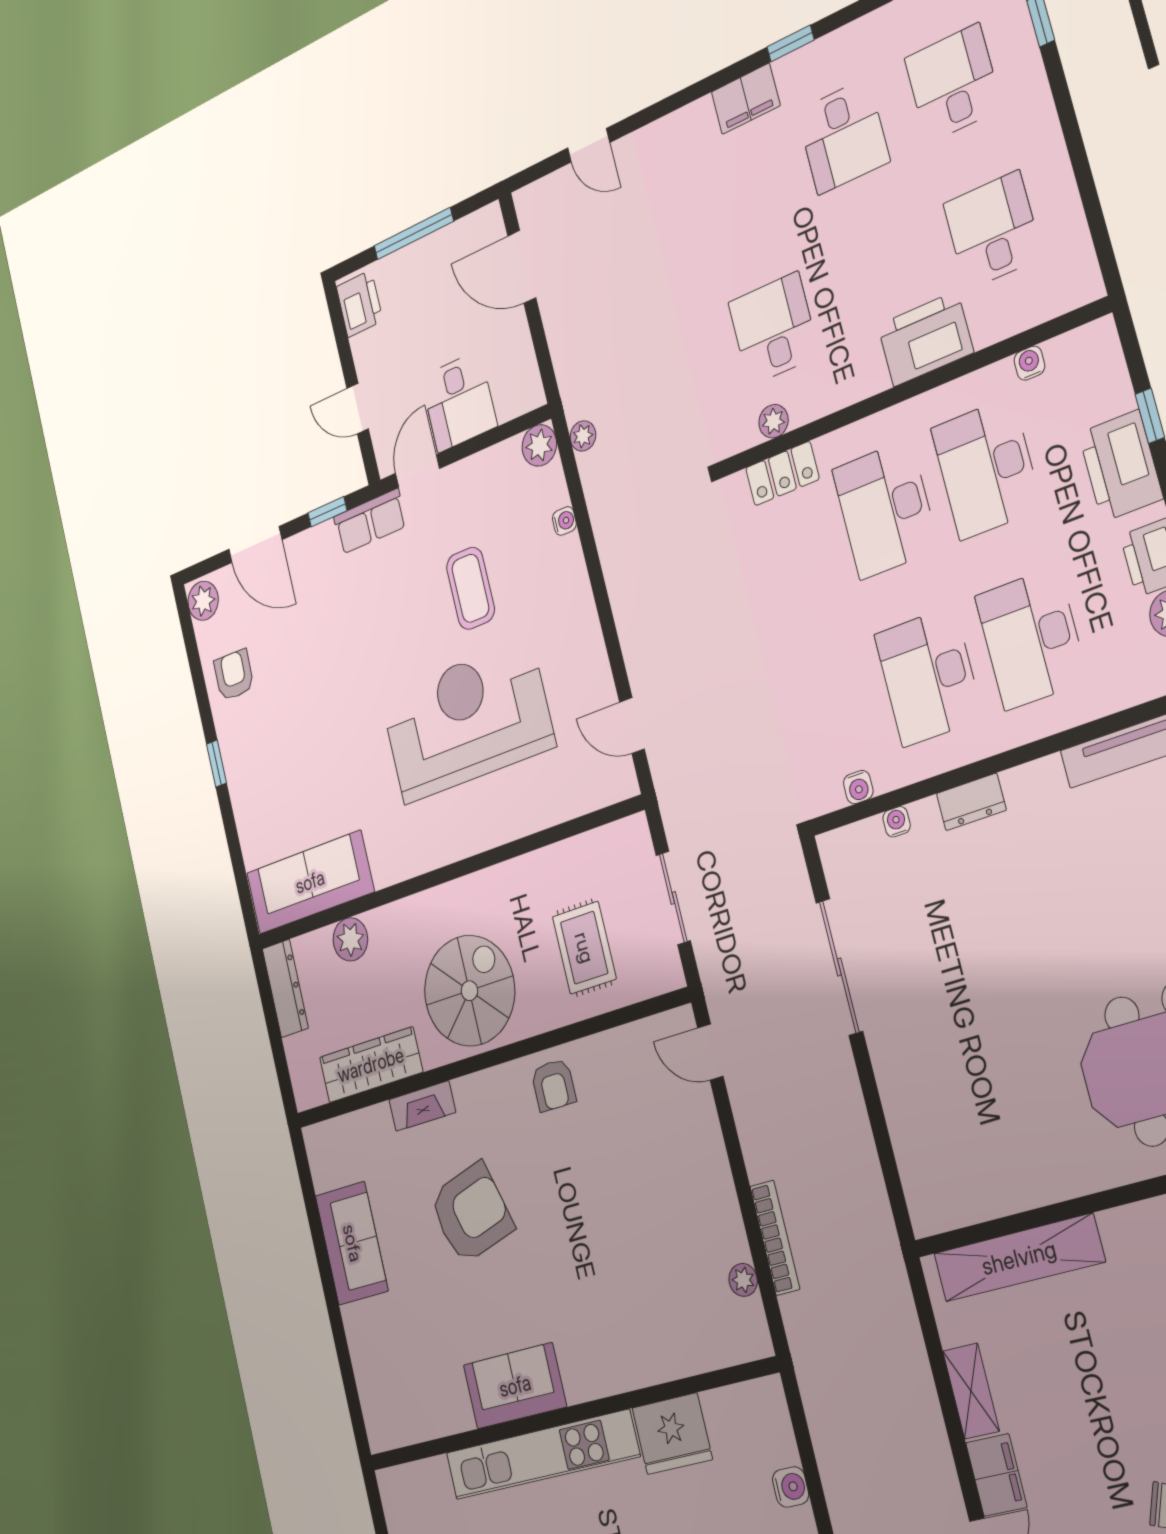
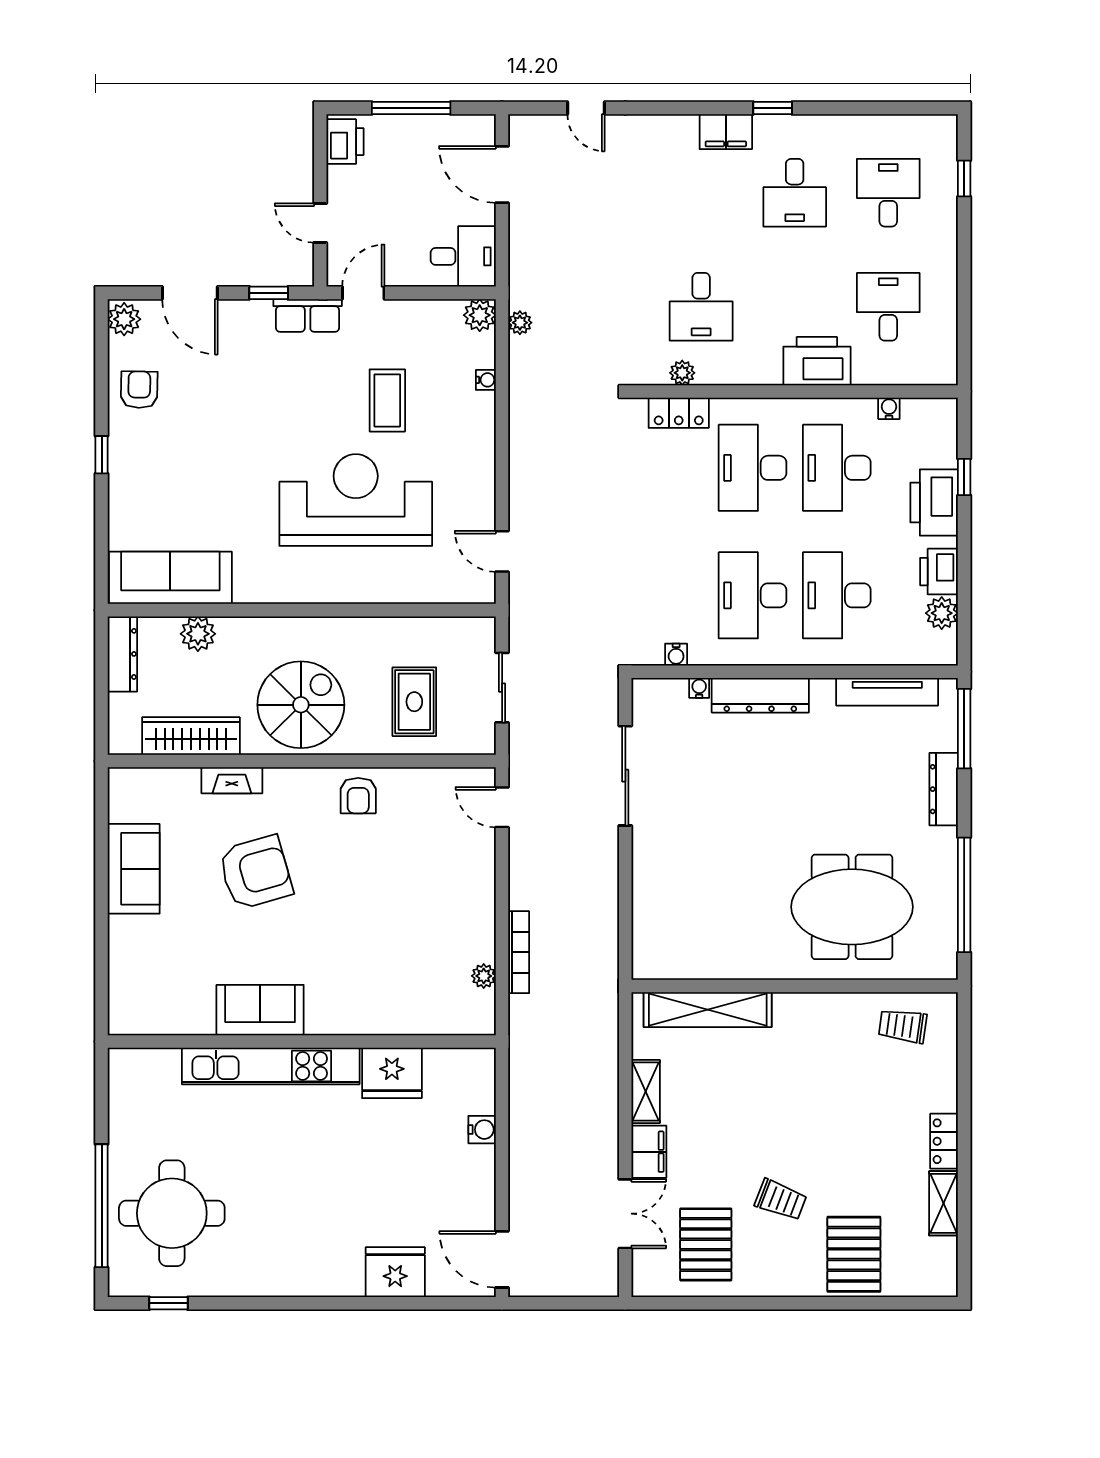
desk: (774, 329) -> (701, 307), turned 180
desk: (459, 401) -> (463, 256), moved, turned -90
dresser: (971, 802) -> (760, 695), width x1.96, depth x1.24

